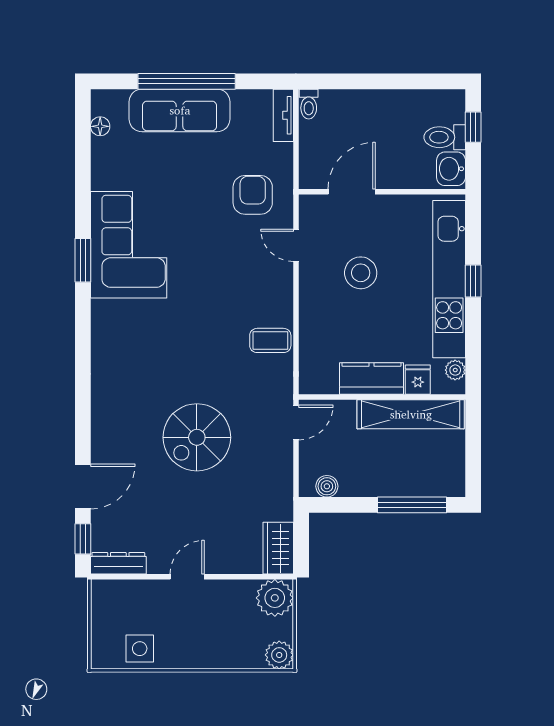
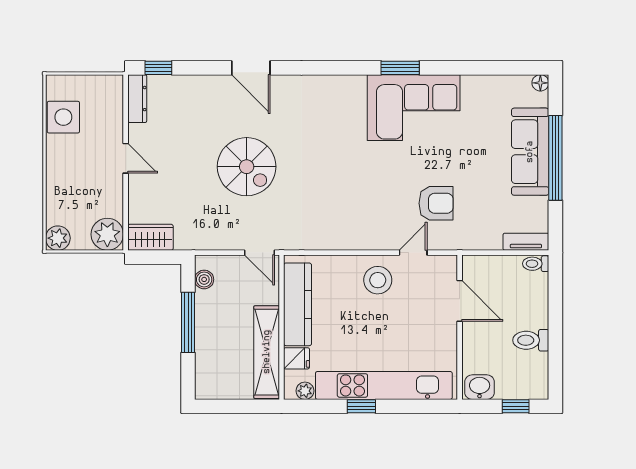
floor lamp: (100, 126) -> (540, 83), moved
toilet: (445, 137) -> (531, 340), moved, turned -90
armchair: (253, 195) -> (436, 203), moved
stool: (361, 273) -> (378, 280), moved
window: (473, 281) -> (361, 406), moved
coffee table: (270, 340) -> (331, 230), removed
kitchen counter: (371, 379) -> (298, 304), width x1.50
spiral stairs: (197, 437) -> (247, 167), turned 180
door: (83, 486) -> (251, 68), moved
window: (412, 505) -> (188, 322), moved
side table: (140, 649) -> (63, 117), width x1.37, depth x1.37

